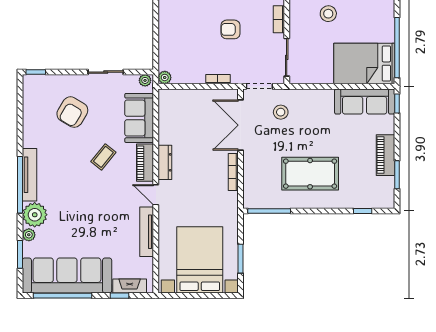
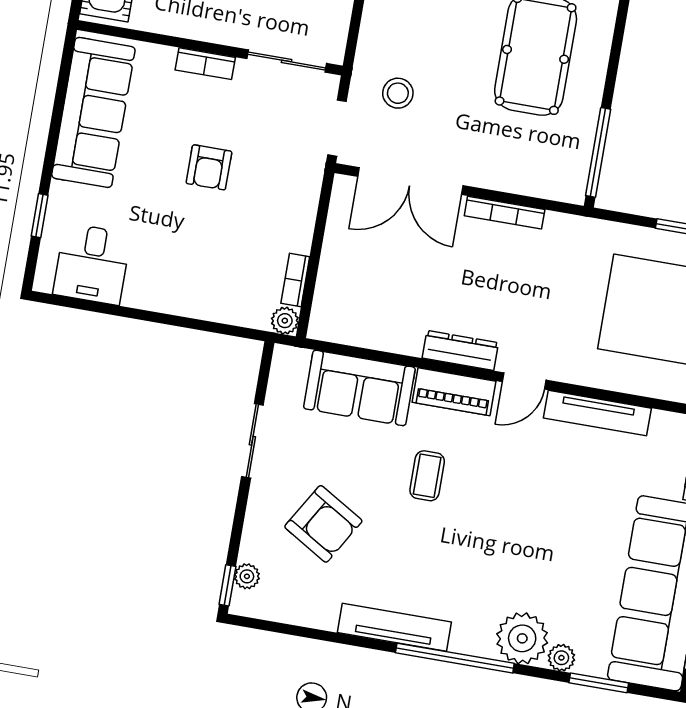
bookcase: (218, 79) -> (295, 280), moved
plant: (145, 80) -> (247, 576), moved
coffee table: (103, 157) -> (427, 476), turned 51
tv unit: (30, 175) -> (394, 627), moved

